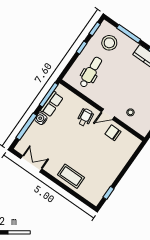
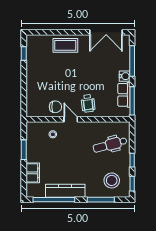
dental chair: (91, 72) -> (110, 145), turned 79
door: (108, 114) -> (71, 119), hinge flipped
double door: (31, 164) -> (106, 32), width x1.37

